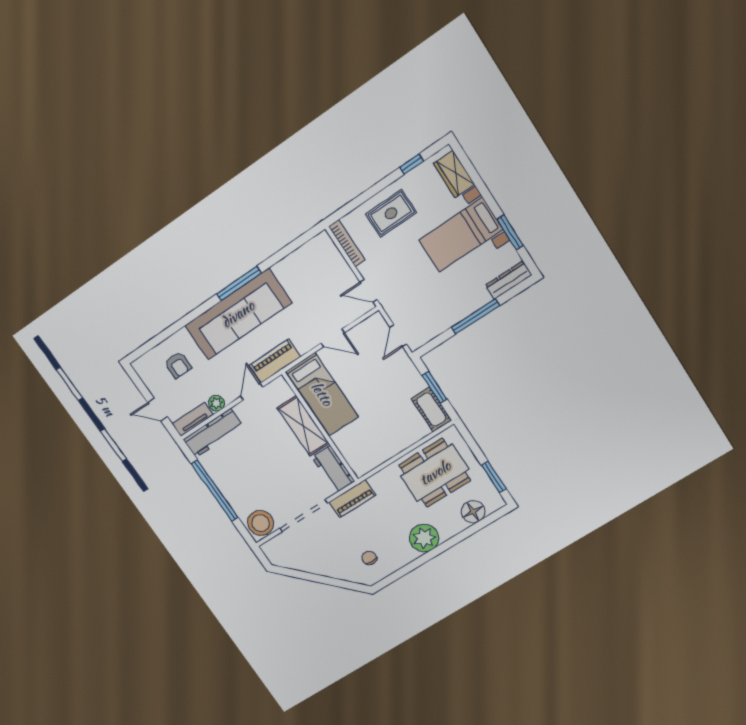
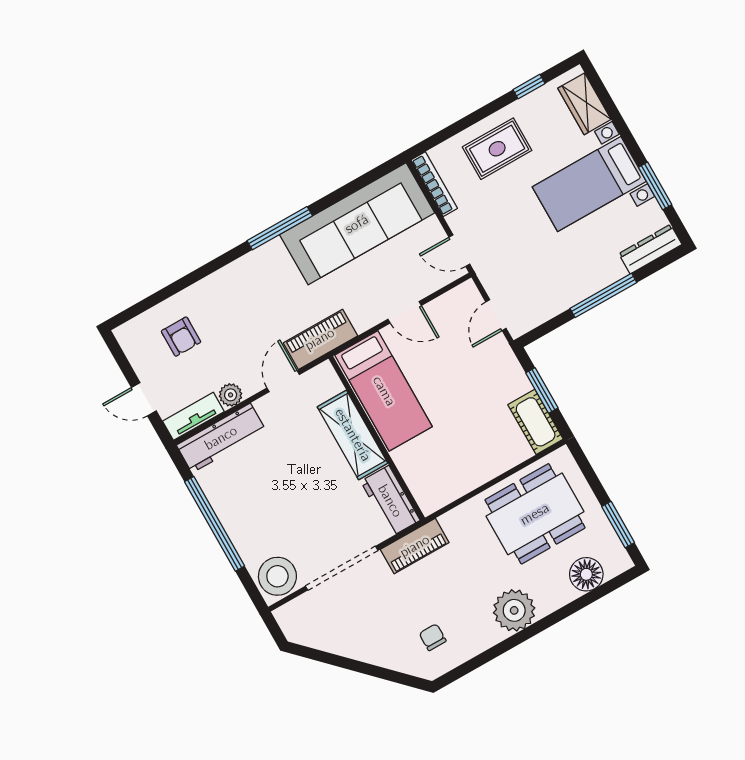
sofa: (238, 314) -> (357, 224), moved

